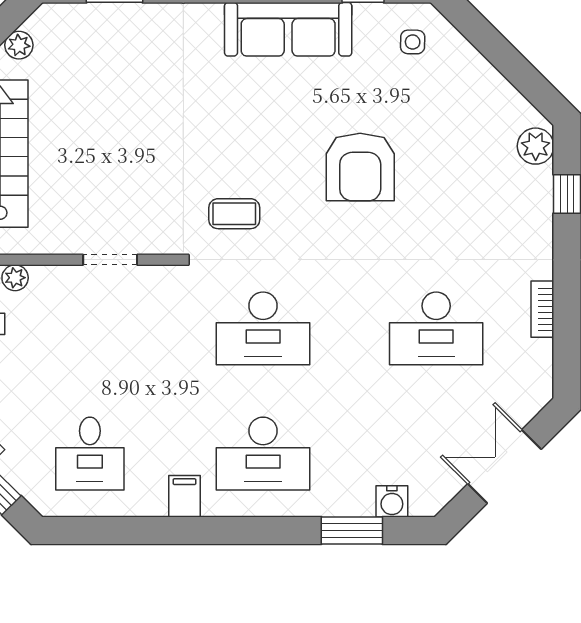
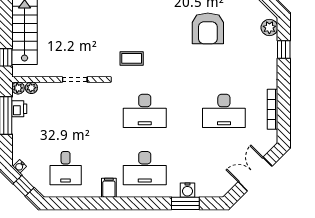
armchair: (360, 167) -> (208, 28), moved
bookcase: (542, 309) -> (273, 109), width x1.56
water cooler: (392, 501) -> (187, 190), moved

